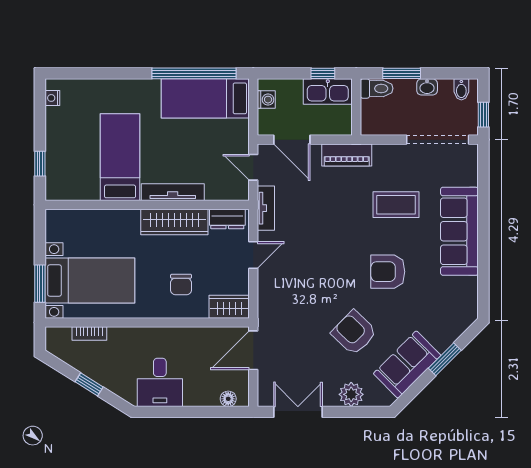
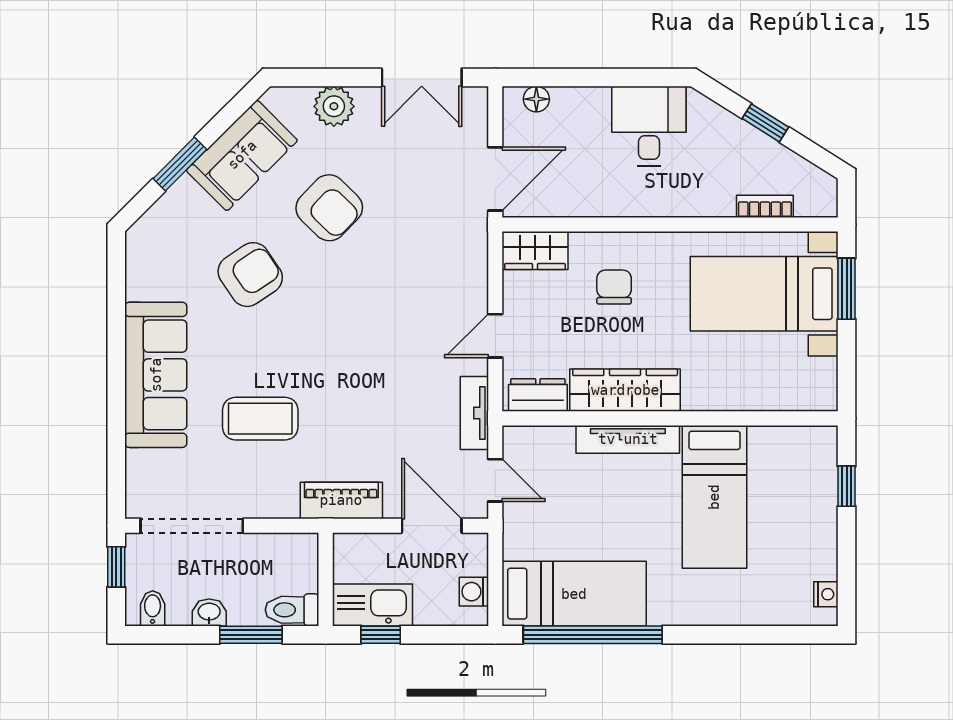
armchair: (388, 272) -> (250, 275), moved, turned -34

